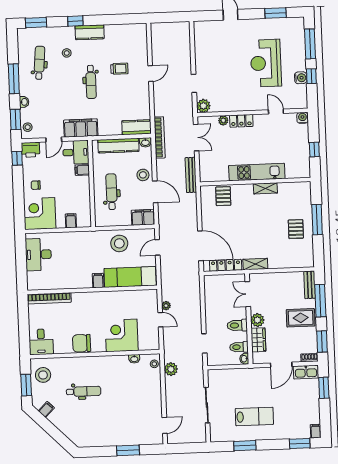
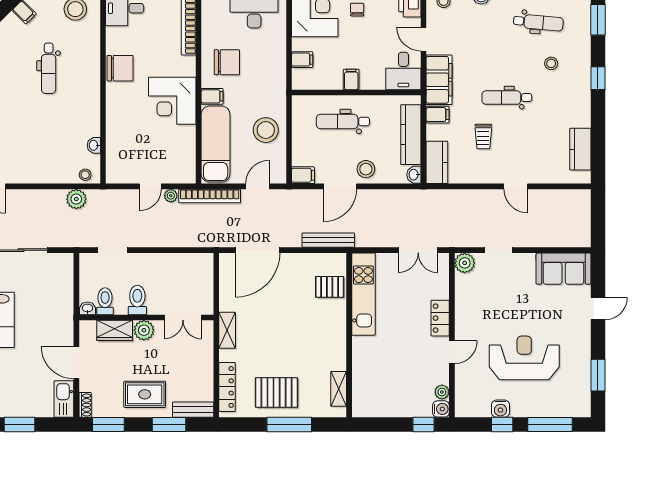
kitchen counter: (90, 32) -> (580, 149), moved
sofa: (205, 39) -> (564, 269), added
trolley: (119, 69) -> (483, 137), moved
door: (276, 112) -> (452, 352), moved
plant: (223, 120) -> (442, 392), moved
filing cabinet: (104, 128) -> (438, 115), added
bookcase: (160, 137) -> (210, 196), moved
window: (314, 149) -> (423, 425), moved
filing cabinet: (82, 170) -> (351, 79), moved
kitchen unit: (257, 172) -> (363, 294), moved
bench: (191, 175) -> (328, 240), moved
shelving: (265, 188) -> (339, 389), moved
dental chair: (111, 192) -> (343, 122), turned 180
filing cabinet: (143, 217) -> (303, 175), width x0.50
pallet: (296, 229) -> (277, 392), width x1.50, depth x1.42
door: (157, 247) -> (258, 186), hinge flipped
locker: (226, 265) -> (227, 387), moved
chair: (75, 271) -> (227, 62), added
double door: (248, 294) -> (183, 317), swing flipped
window: (320, 301) -> (169, 425), width x0.69
rug: (301, 318) -> (145, 394), turned 90
corner desk: (122, 335) -> (172, 101), moved, turned 180
chair: (82, 343) -> (120, 68), turned 90
window: (324, 388) -> (20, 425), moved

